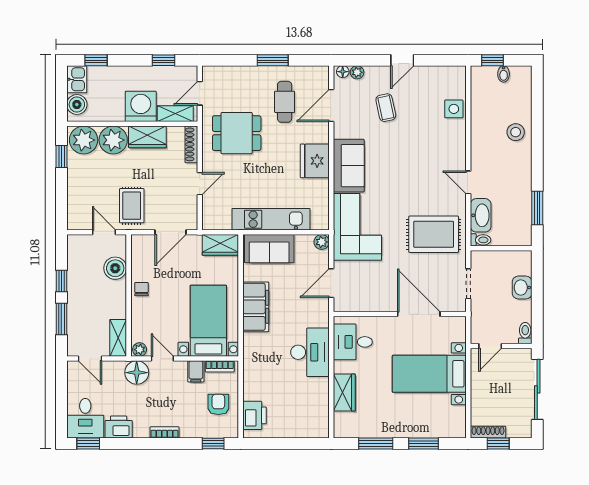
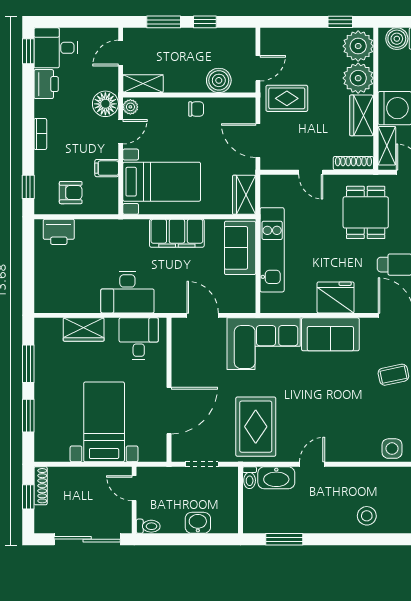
plant: (322, 242) -> (247, 305), removed
bookcase: (220, 366) -> (112, 194), removed

